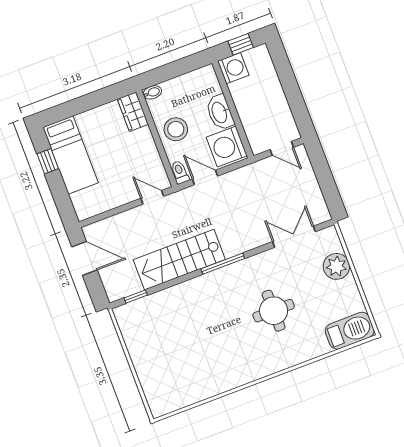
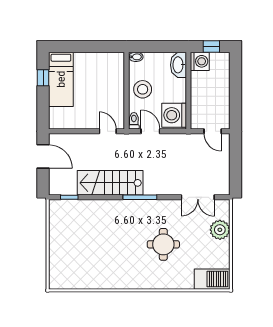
wardrobe: (133, 112) -> (117, 65), removed
washbasin: (220, 112) -> (178, 65), moved
double door: (294, 237) -> (198, 197), swing flipped

